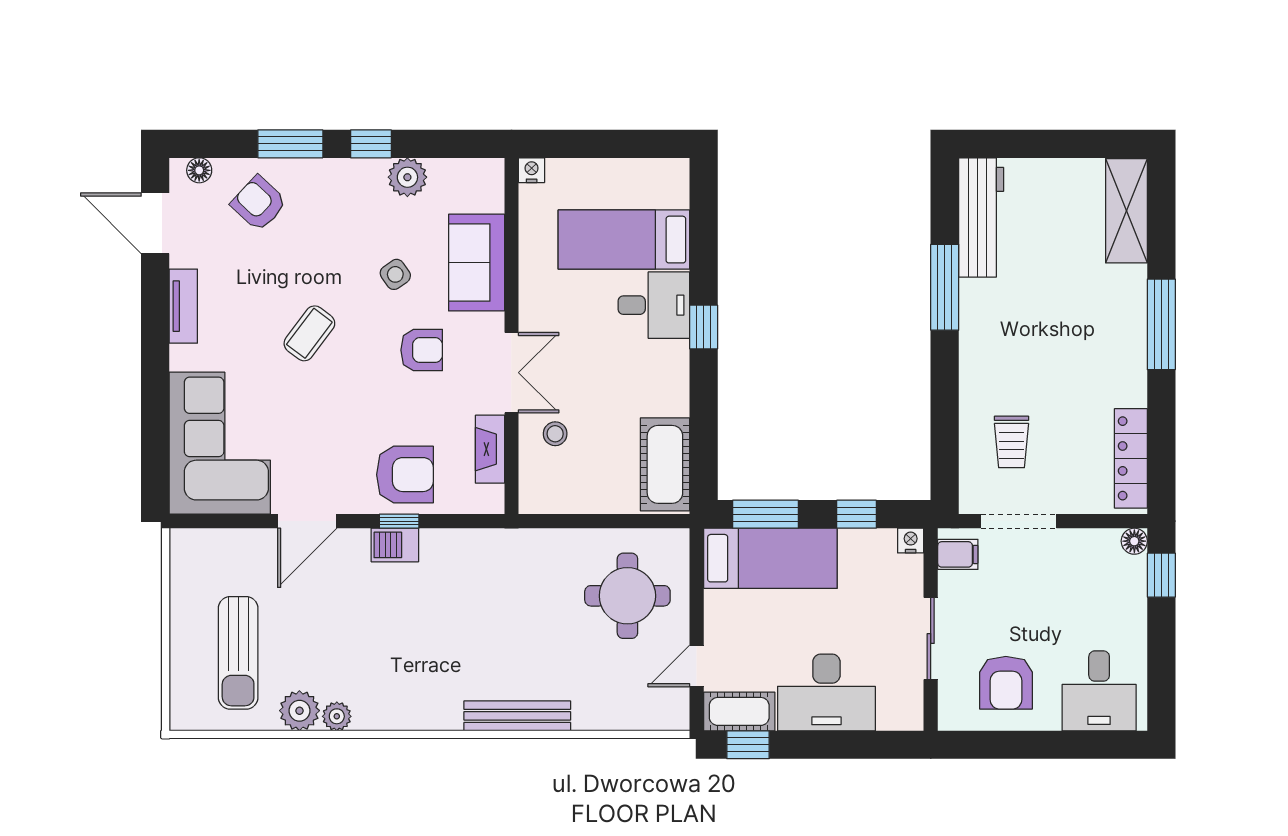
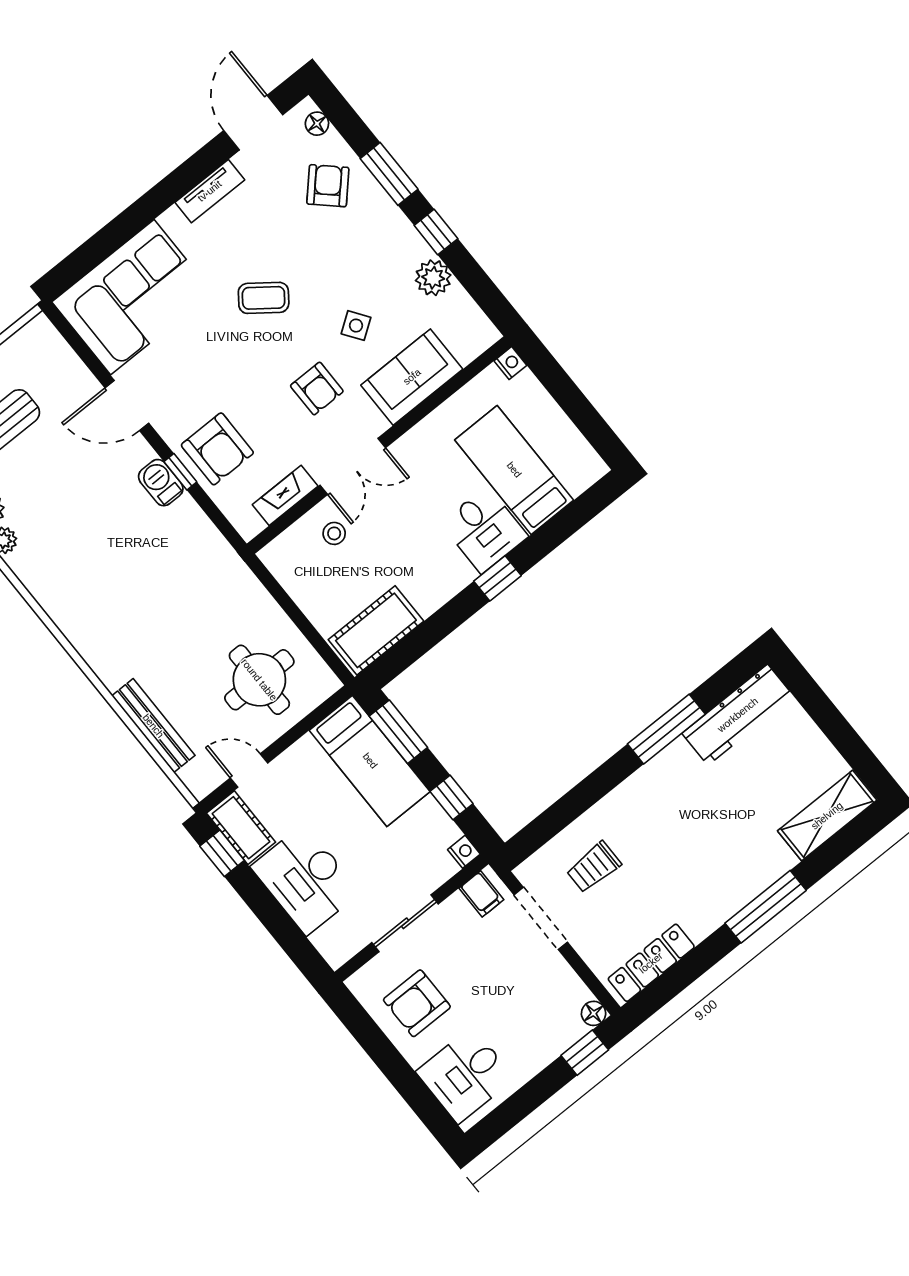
bench: (517, 716) -> (153, 726), moved

